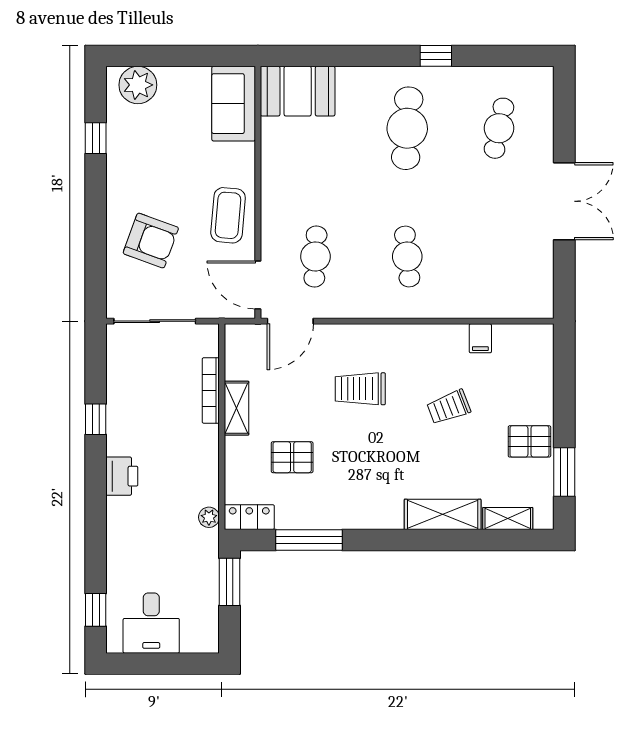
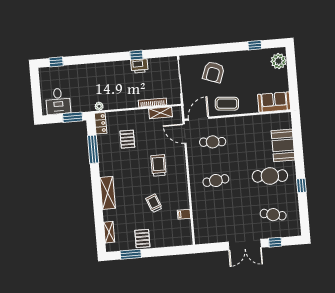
booth: (298, 91) -> (283, 145), moved
window: (564, 129) -> (275, 242), added
shelving: (237, 408) -> (160, 113), moved
printer: (122, 476) -> (139, 66), moved
shelving: (443, 514) -> (108, 193), moved
desk: (151, 623) -> (58, 101), moved, turned -90

